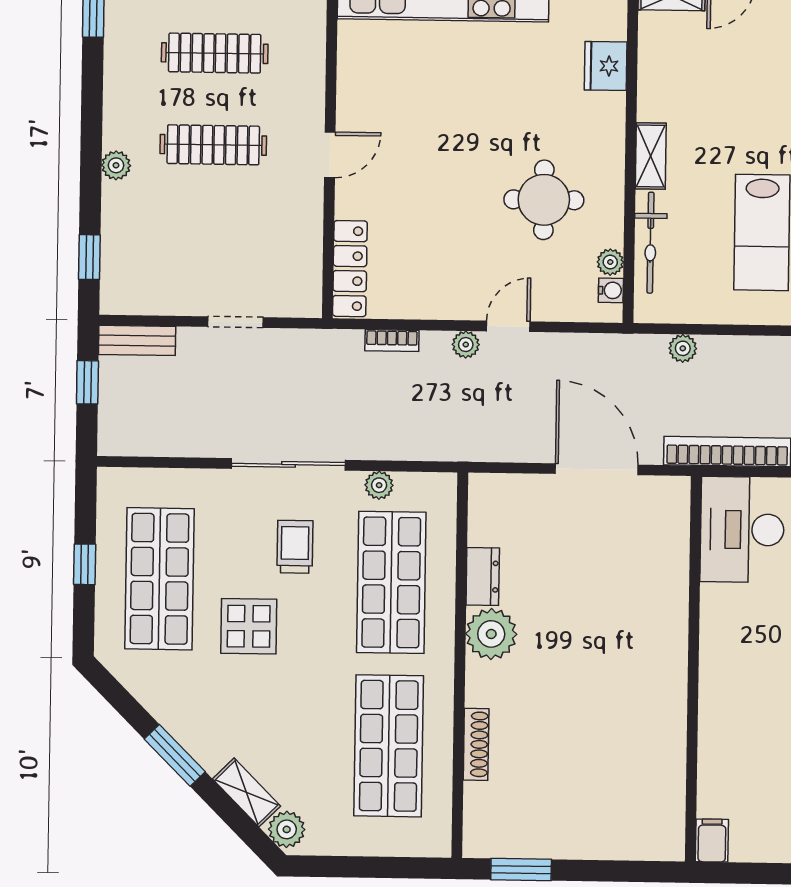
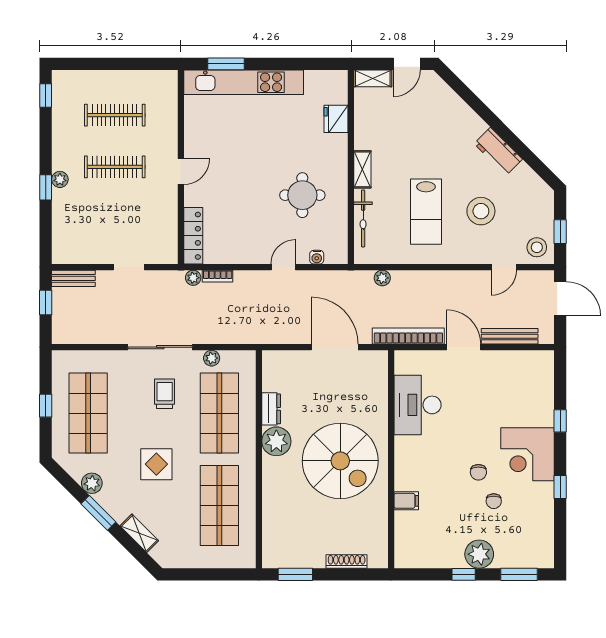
window: (89, 257) -> (46, 187), moved
plant: (610, 262) -> (340, 230), removed
water cooler: (611, 290) -> (317, 257), moved, turned 90
plant: (466, 345) -> (193, 278), moved
desk: (742, 530) -> (417, 405), moved
display table: (249, 626) -> (156, 464), moved
spiral stairs: (603, 670) -> (340, 461), added
shoe rack: (476, 744) -> (347, 561), moved, turned -90
plant: (287, 829) -> (92, 483), moved
filing cabinet: (712, 840) -> (406, 501), moved, turned 90

